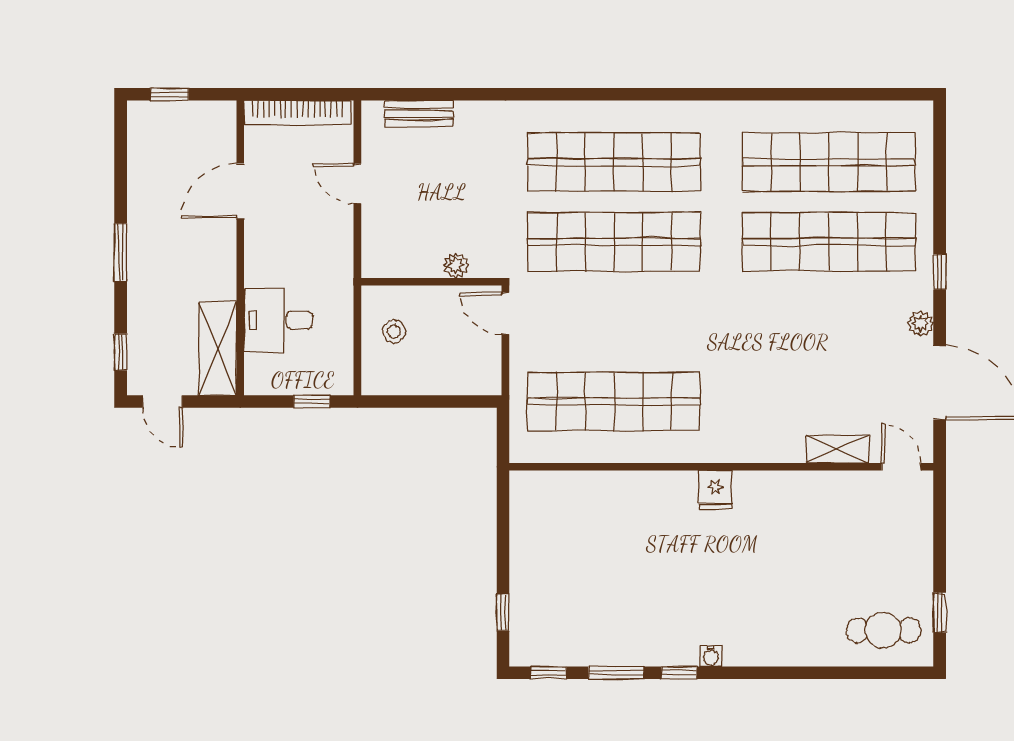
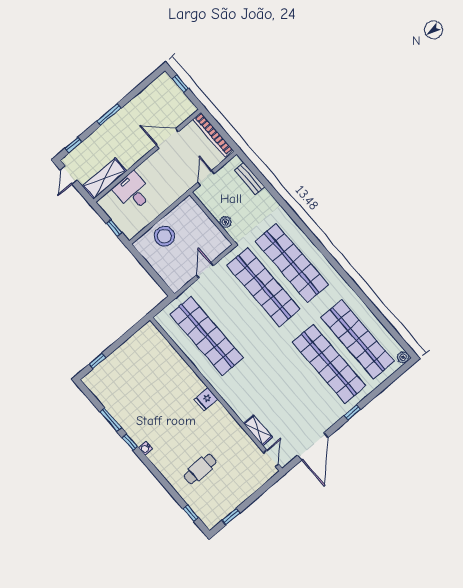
plant: (456, 265) -> (225, 222), moved
wall: (431, 282) -> (212, 218), moved
plant: (921, 324) -> (403, 357), moved
stool: (394, 331) -> (164, 236), width x1.89, depth x1.89
cafe table: (884, 630) -> (200, 469), moved, turned 90
window: (549, 673) -> (191, 513), moved

